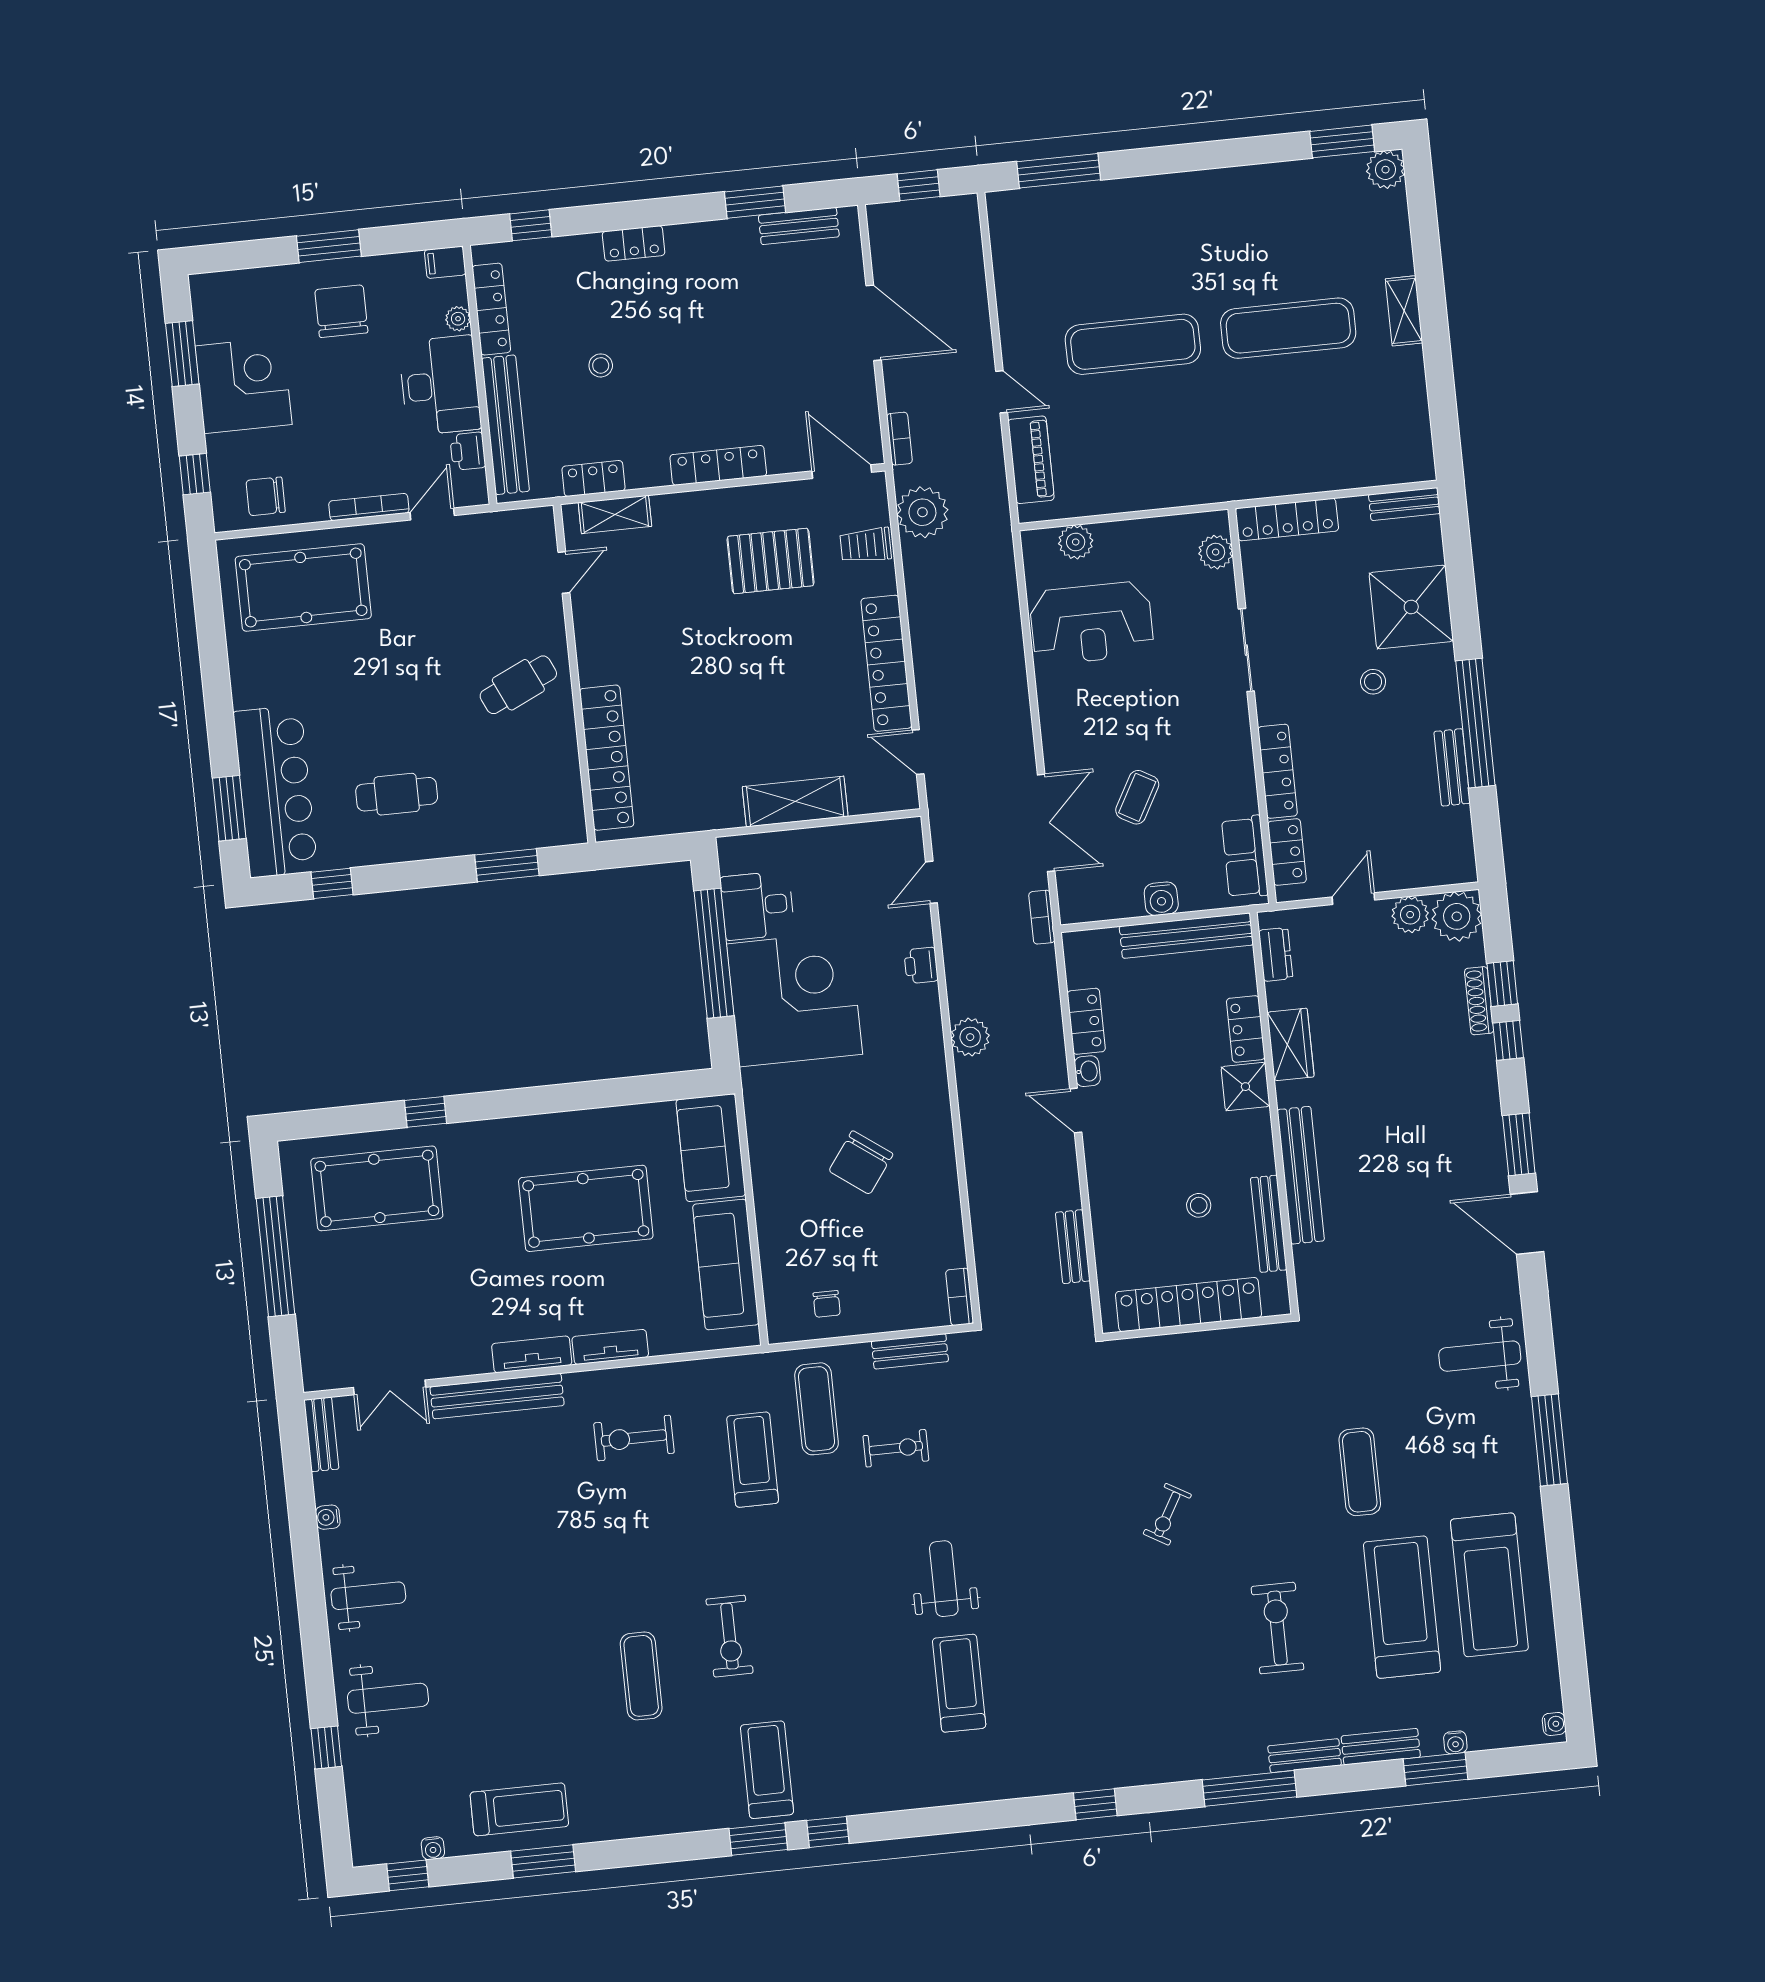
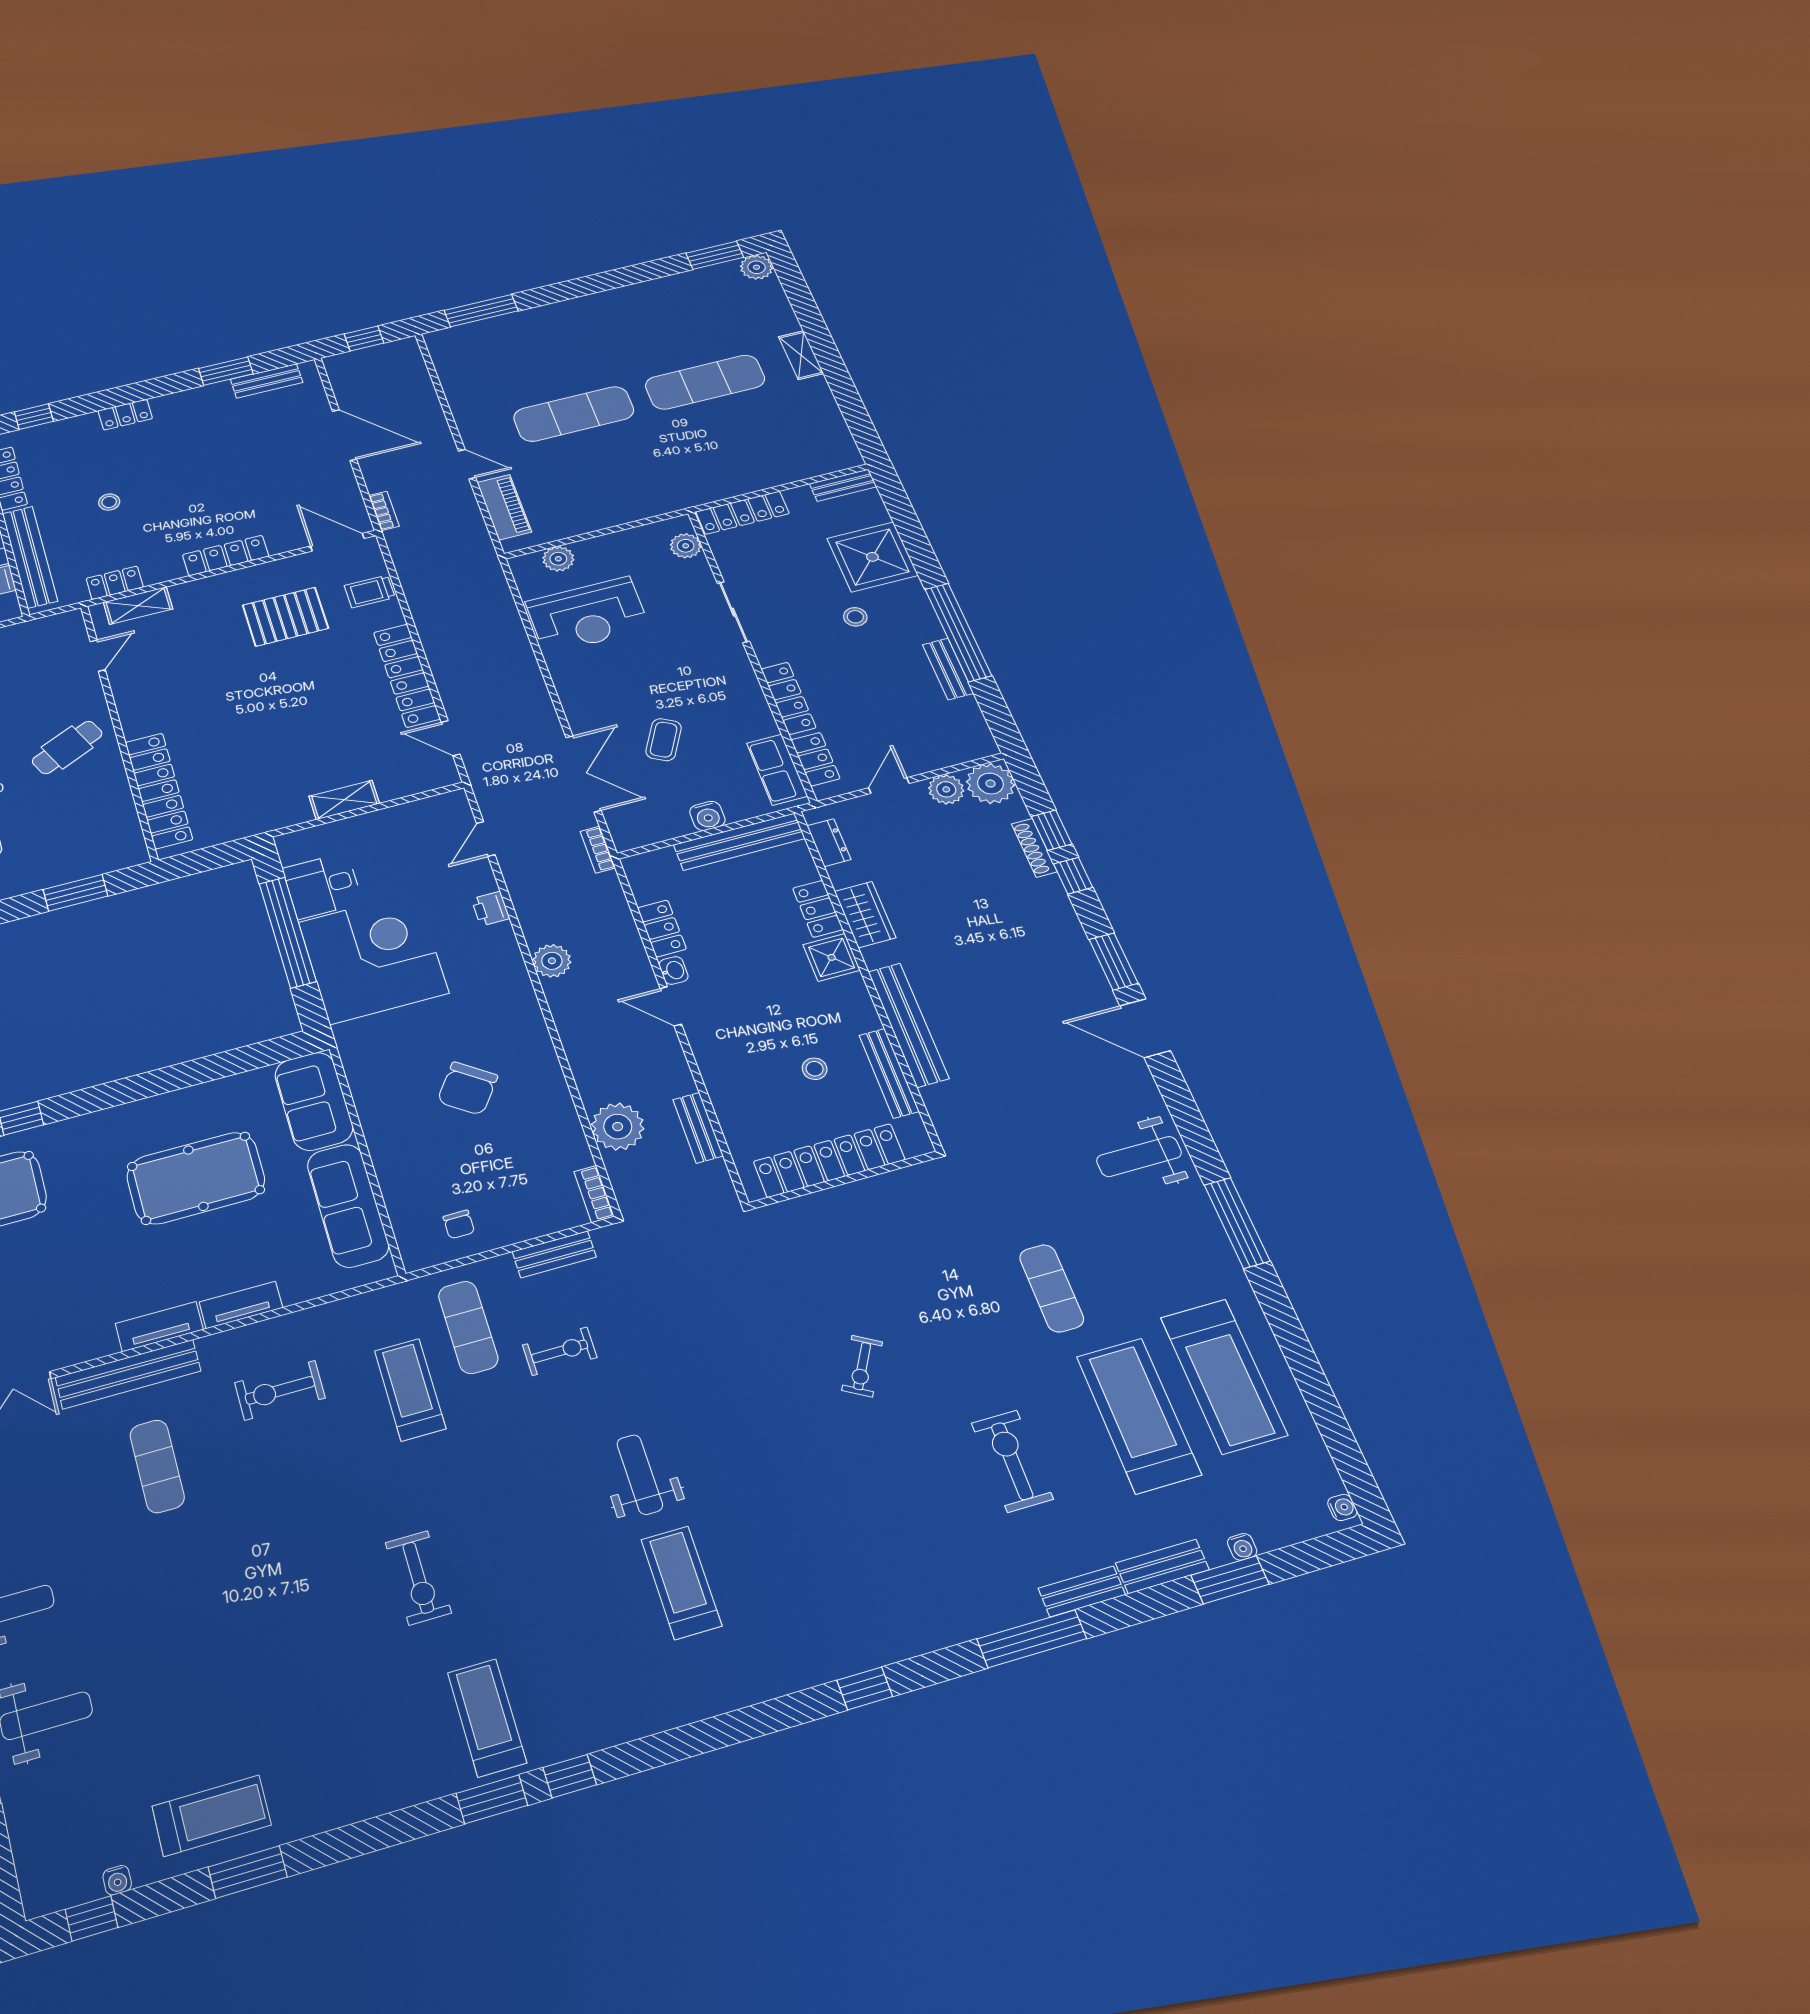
plant: (922, 512) -> (618, 1127), moved
shelving: (795, 802) -> (344, 800), width x0.67, depth x0.75
exercise mat: (641, 1676) -> (157, 1466), moved

